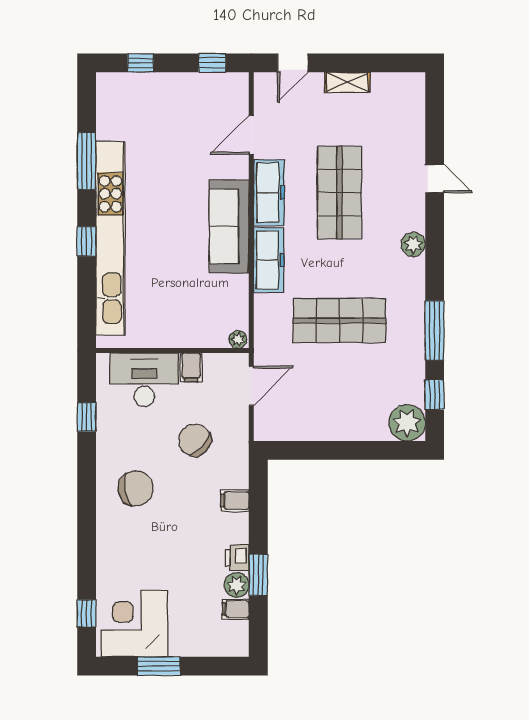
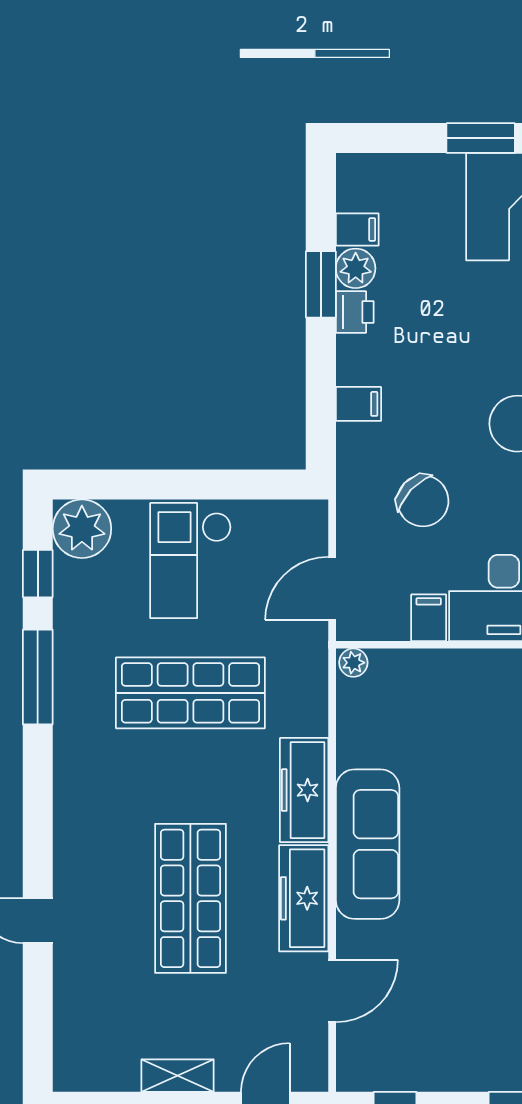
plant: (413, 244) -> (72, 815), removed
checkout: (339, 403) -> (191, 561), added

